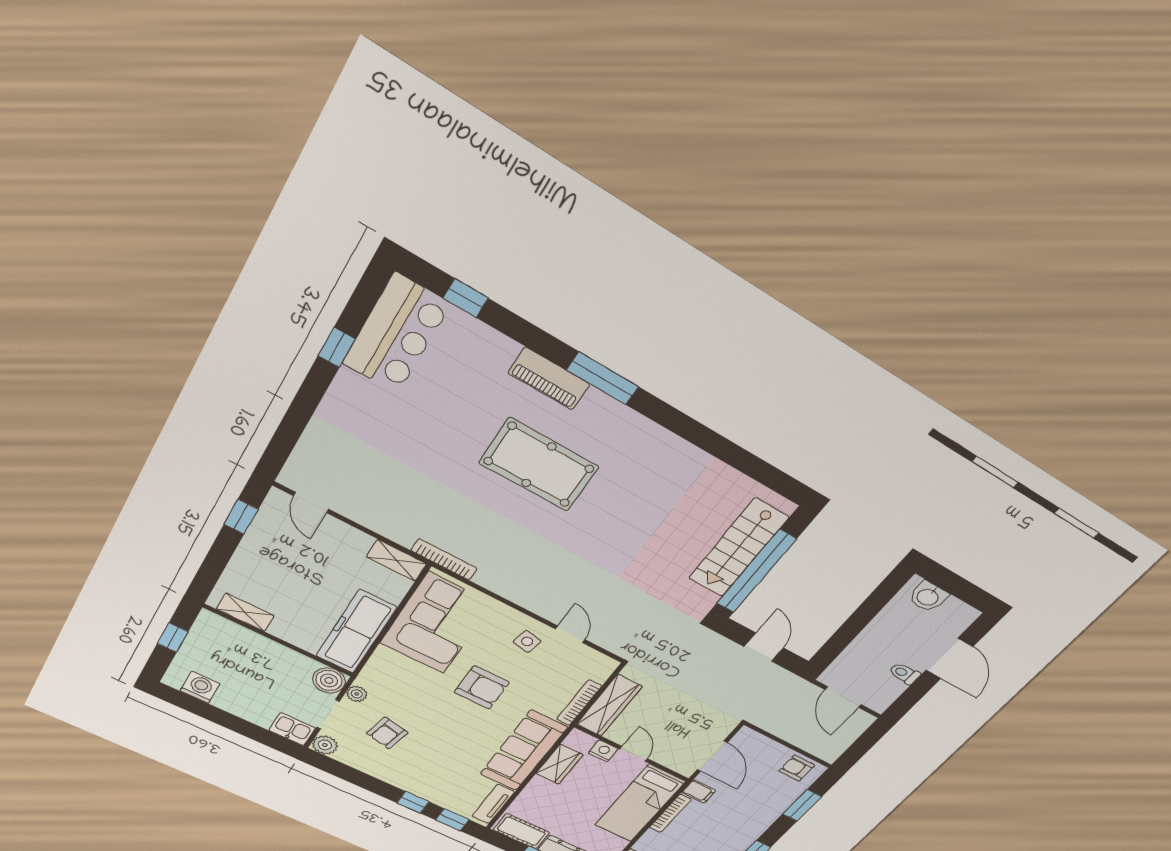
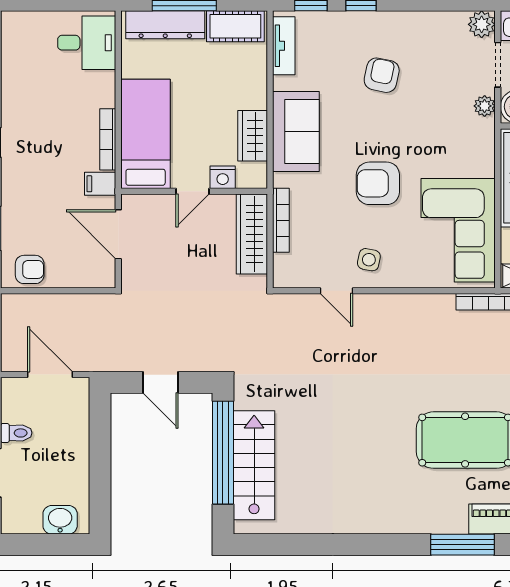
armchair: (387, 733) -> (382, 75), moved
sofa: (523, 751) -> (296, 131), width x0.73
door: (634, 754) -> (192, 191), hinge flipped

